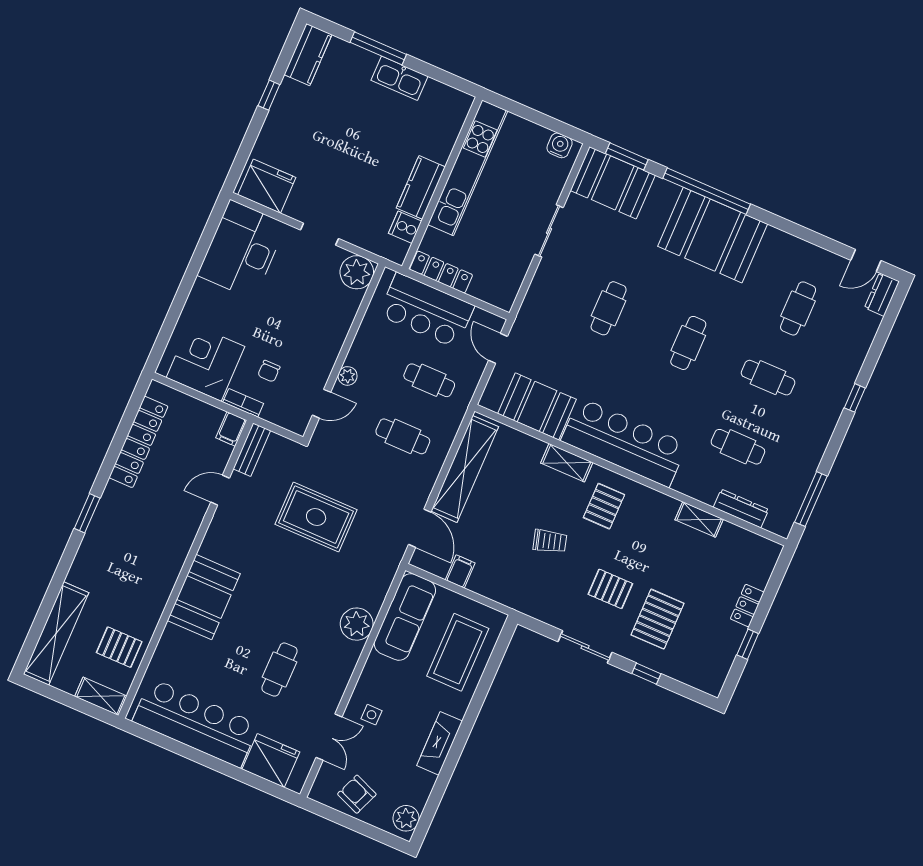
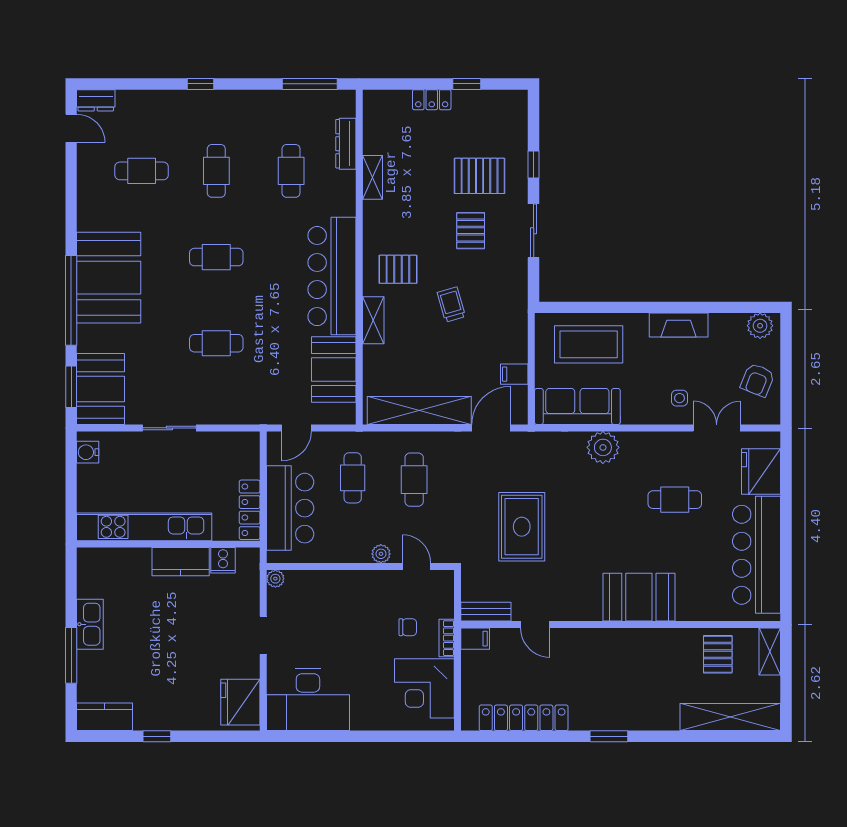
plant: (357, 272) -> (275, 579), width x0.53, depth x0.53

